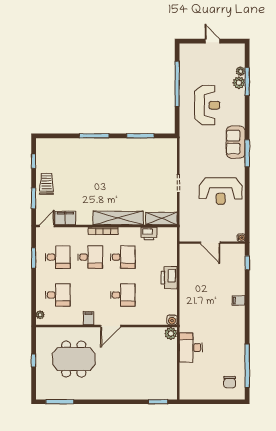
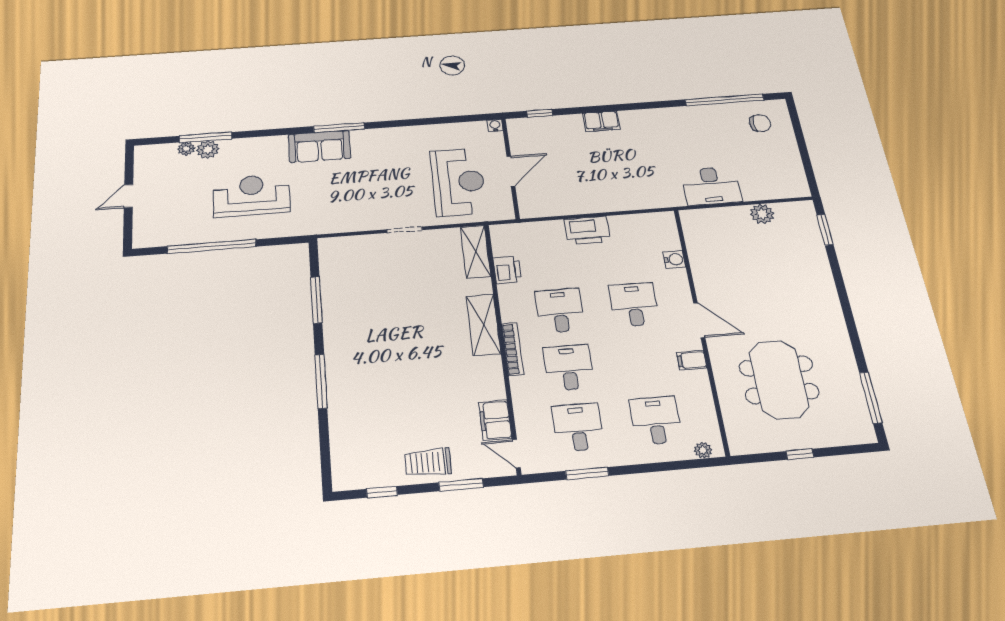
reception desk: (221, 191) -> (458, 182), moved
shelving: (118, 218) -> (483, 325), width x0.68
filing cabinet: (239, 300) -> (601, 121), width x2.00
water cooler: (172, 320) -> (674, 259), moved
plant: (171, 333) -> (762, 214), moved

